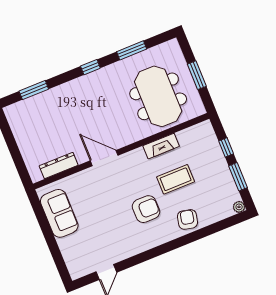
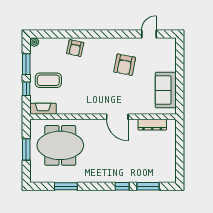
window: (90, 67) -> (122, 186), moved
meeting table: (158, 96) -> (60, 145), turned 90
fireplace: (161, 146) -> (43, 109), moved
coffee table: (176, 179) -> (48, 80), moved
armchair: (146, 209) -> (125, 65), moved, turned -79

